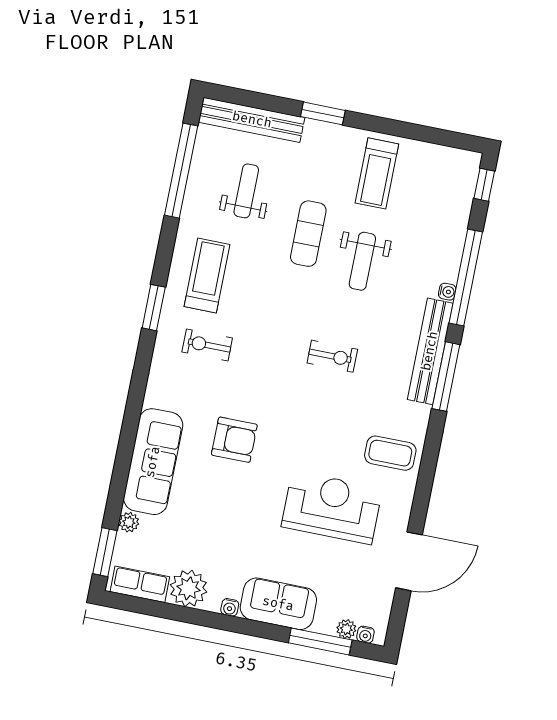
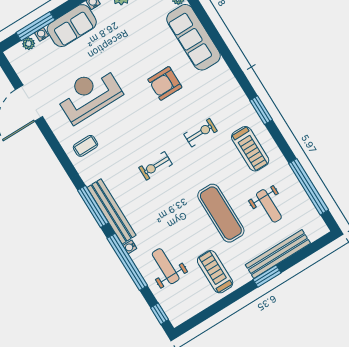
bench: (252, 120) -> (278, 254), moved
exercise mat: (308, 234) -> (221, 213), width x1.36, depth x1.45
weight bench: (362, 261) -> (166, 266), moved
exercise bike: (207, 345) -> (201, 133), moved
coffee table: (390, 453) -> (85, 146), width x0.73, depth x0.77
reception desk: (332, 508) -> (89, 94), turned 180
water cooler: (365, 635) -> (42, 34), moved

